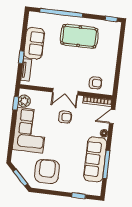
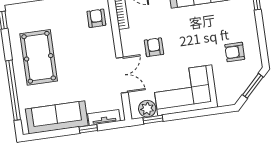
sofa: (34, 43) -> (57, 117), width x1.36
double door: (65, 92) -> (122, 75), moved
armchair: (47, 171) -> (235, 52), width x0.53, depth x0.53

